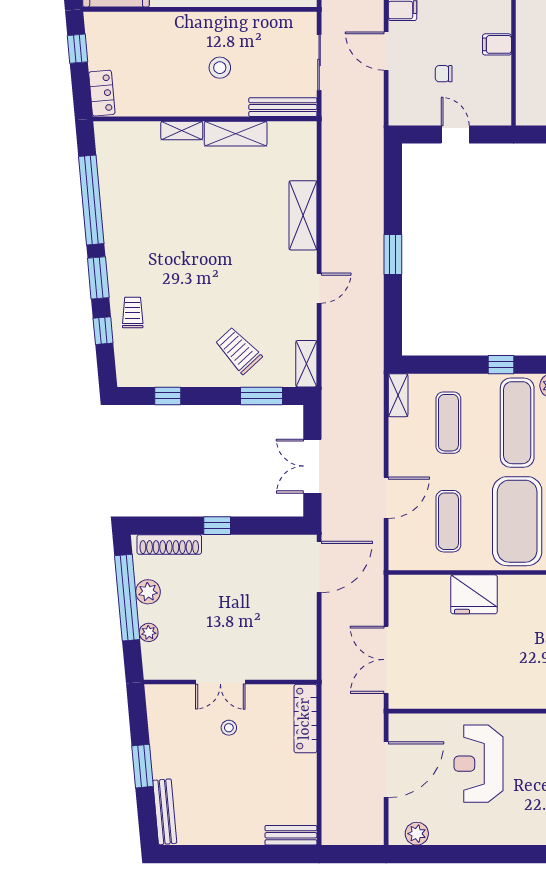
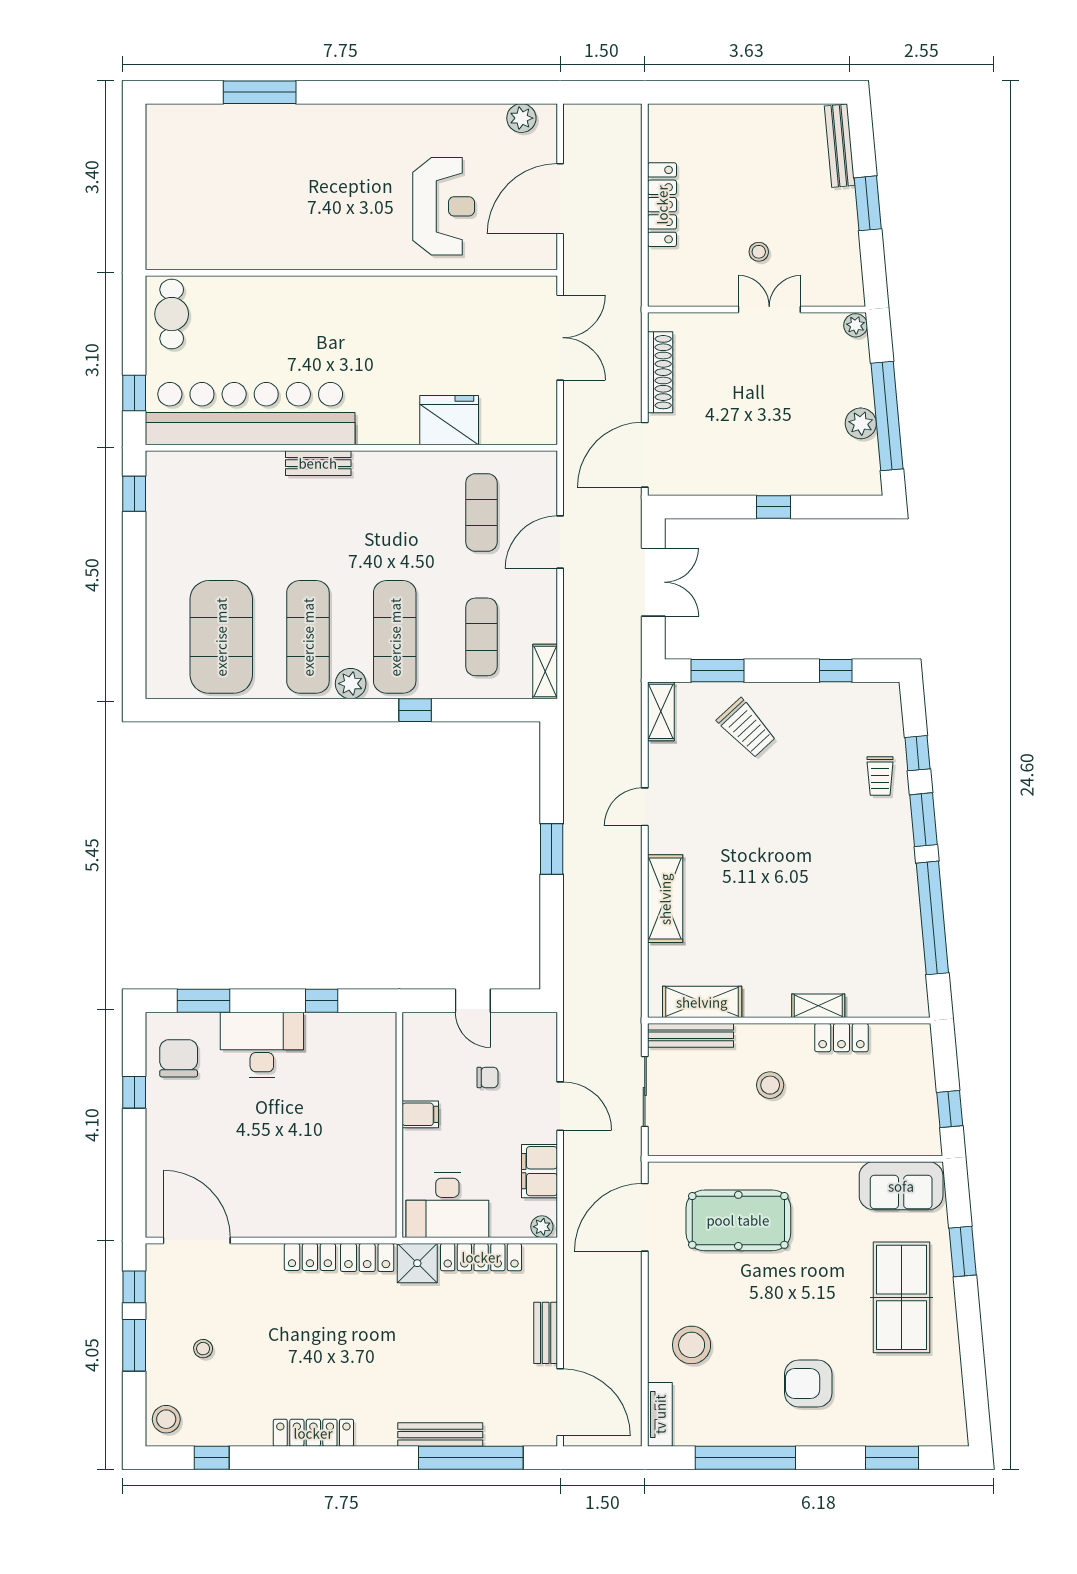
locker: (102, 93) -> (841, 1038), moved, turned -85
shelving: (236, 134) -> (702, 1002), moved
exercise mat: (517, 521) -> (395, 512), removed
shoe rack: (169, 544) -> (660, 372), moved, turned 90
plant: (149, 632) -> (856, 325), moved
locker: (305, 719) -> (662, 205), moved
bench: (291, 835) -> (680, 116), removed

